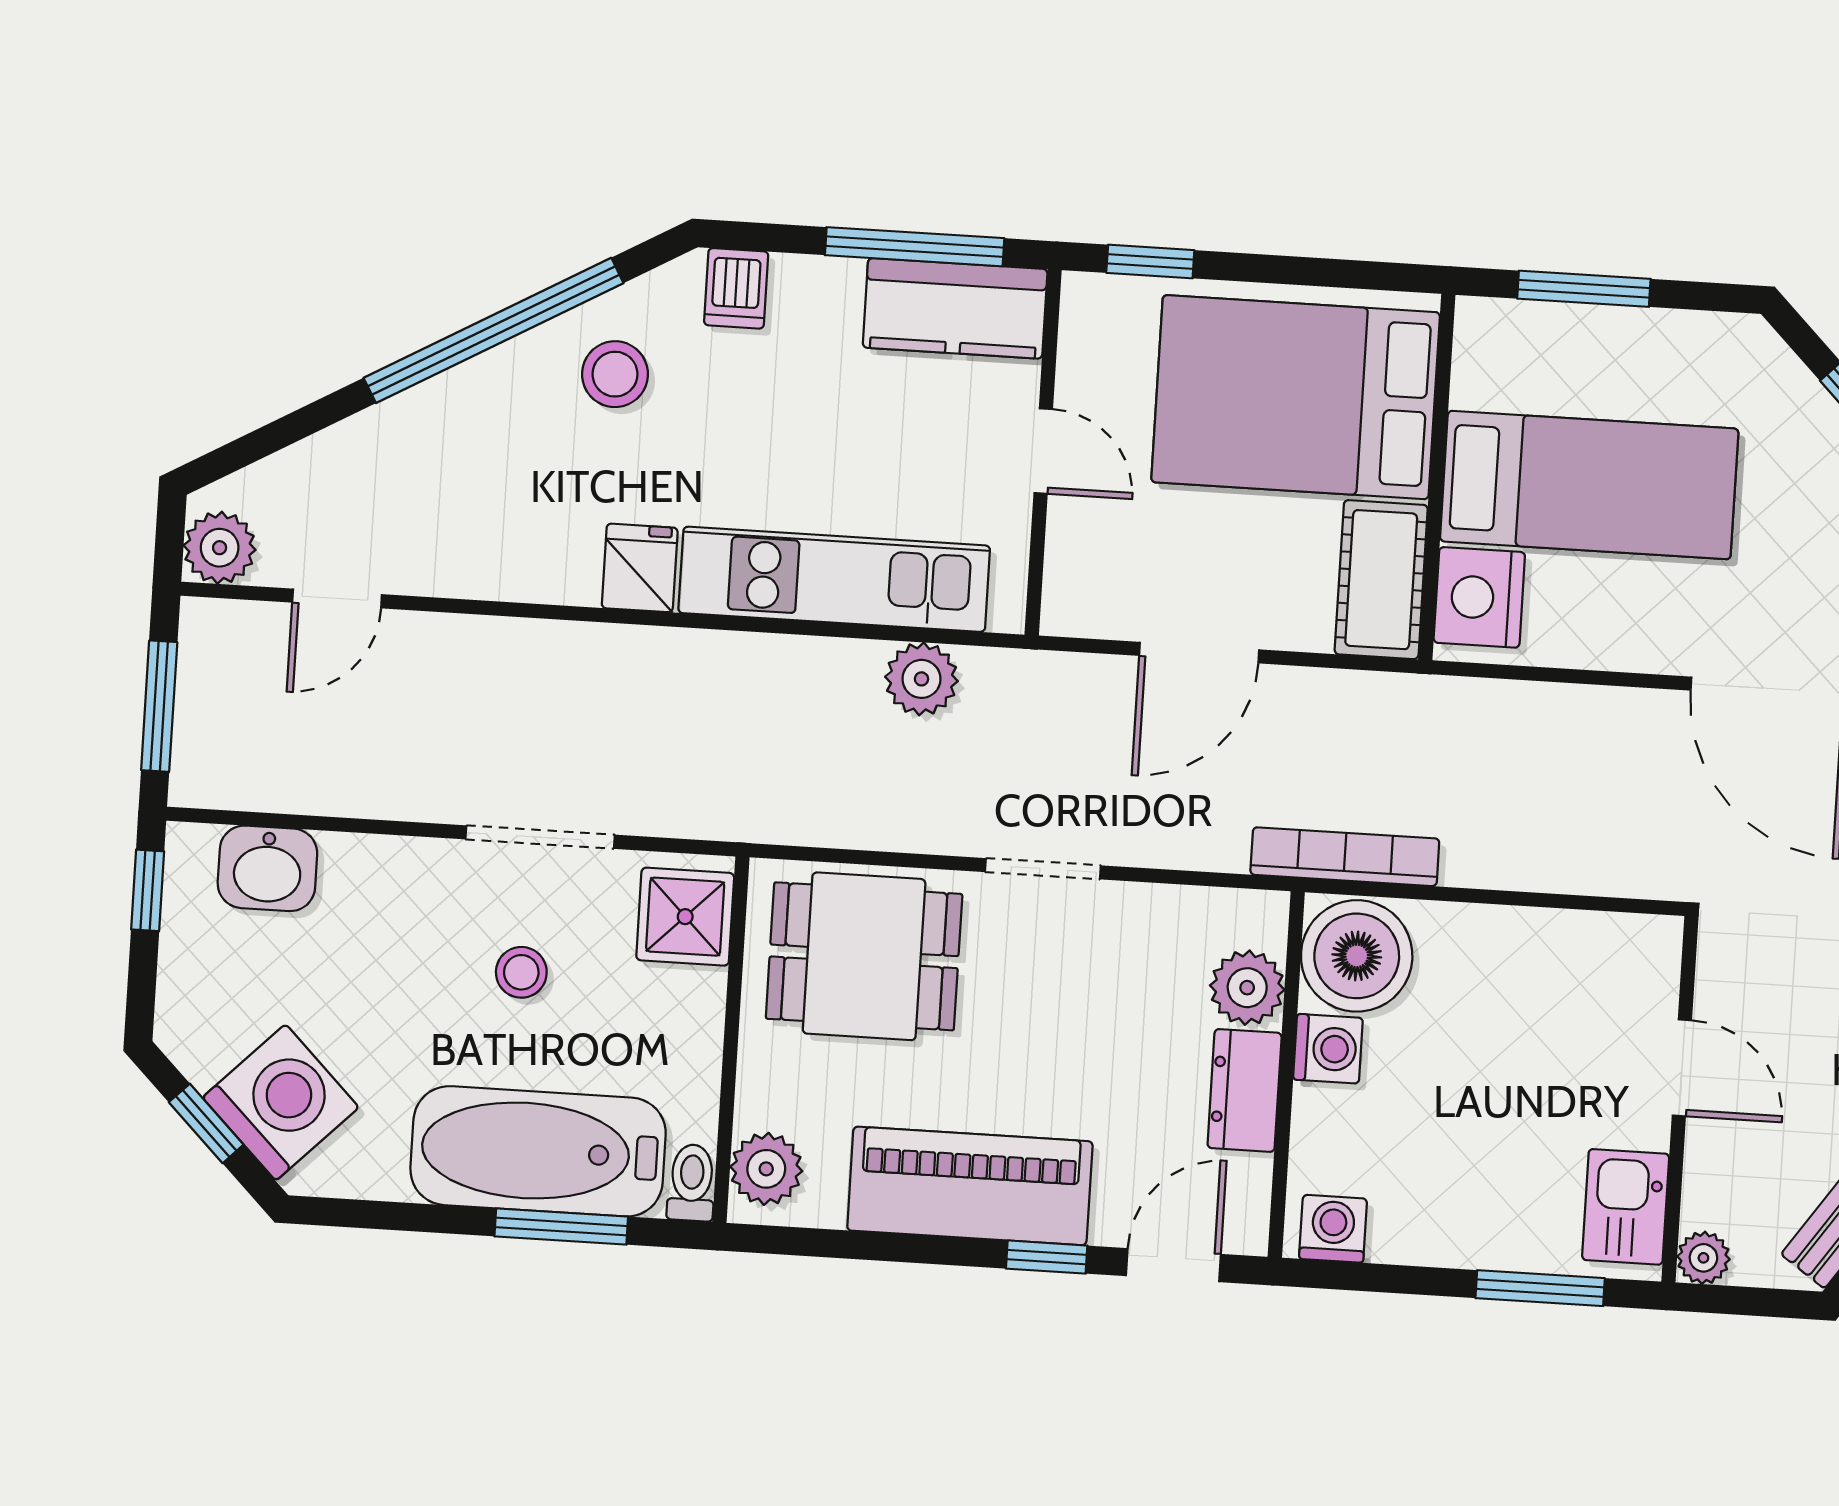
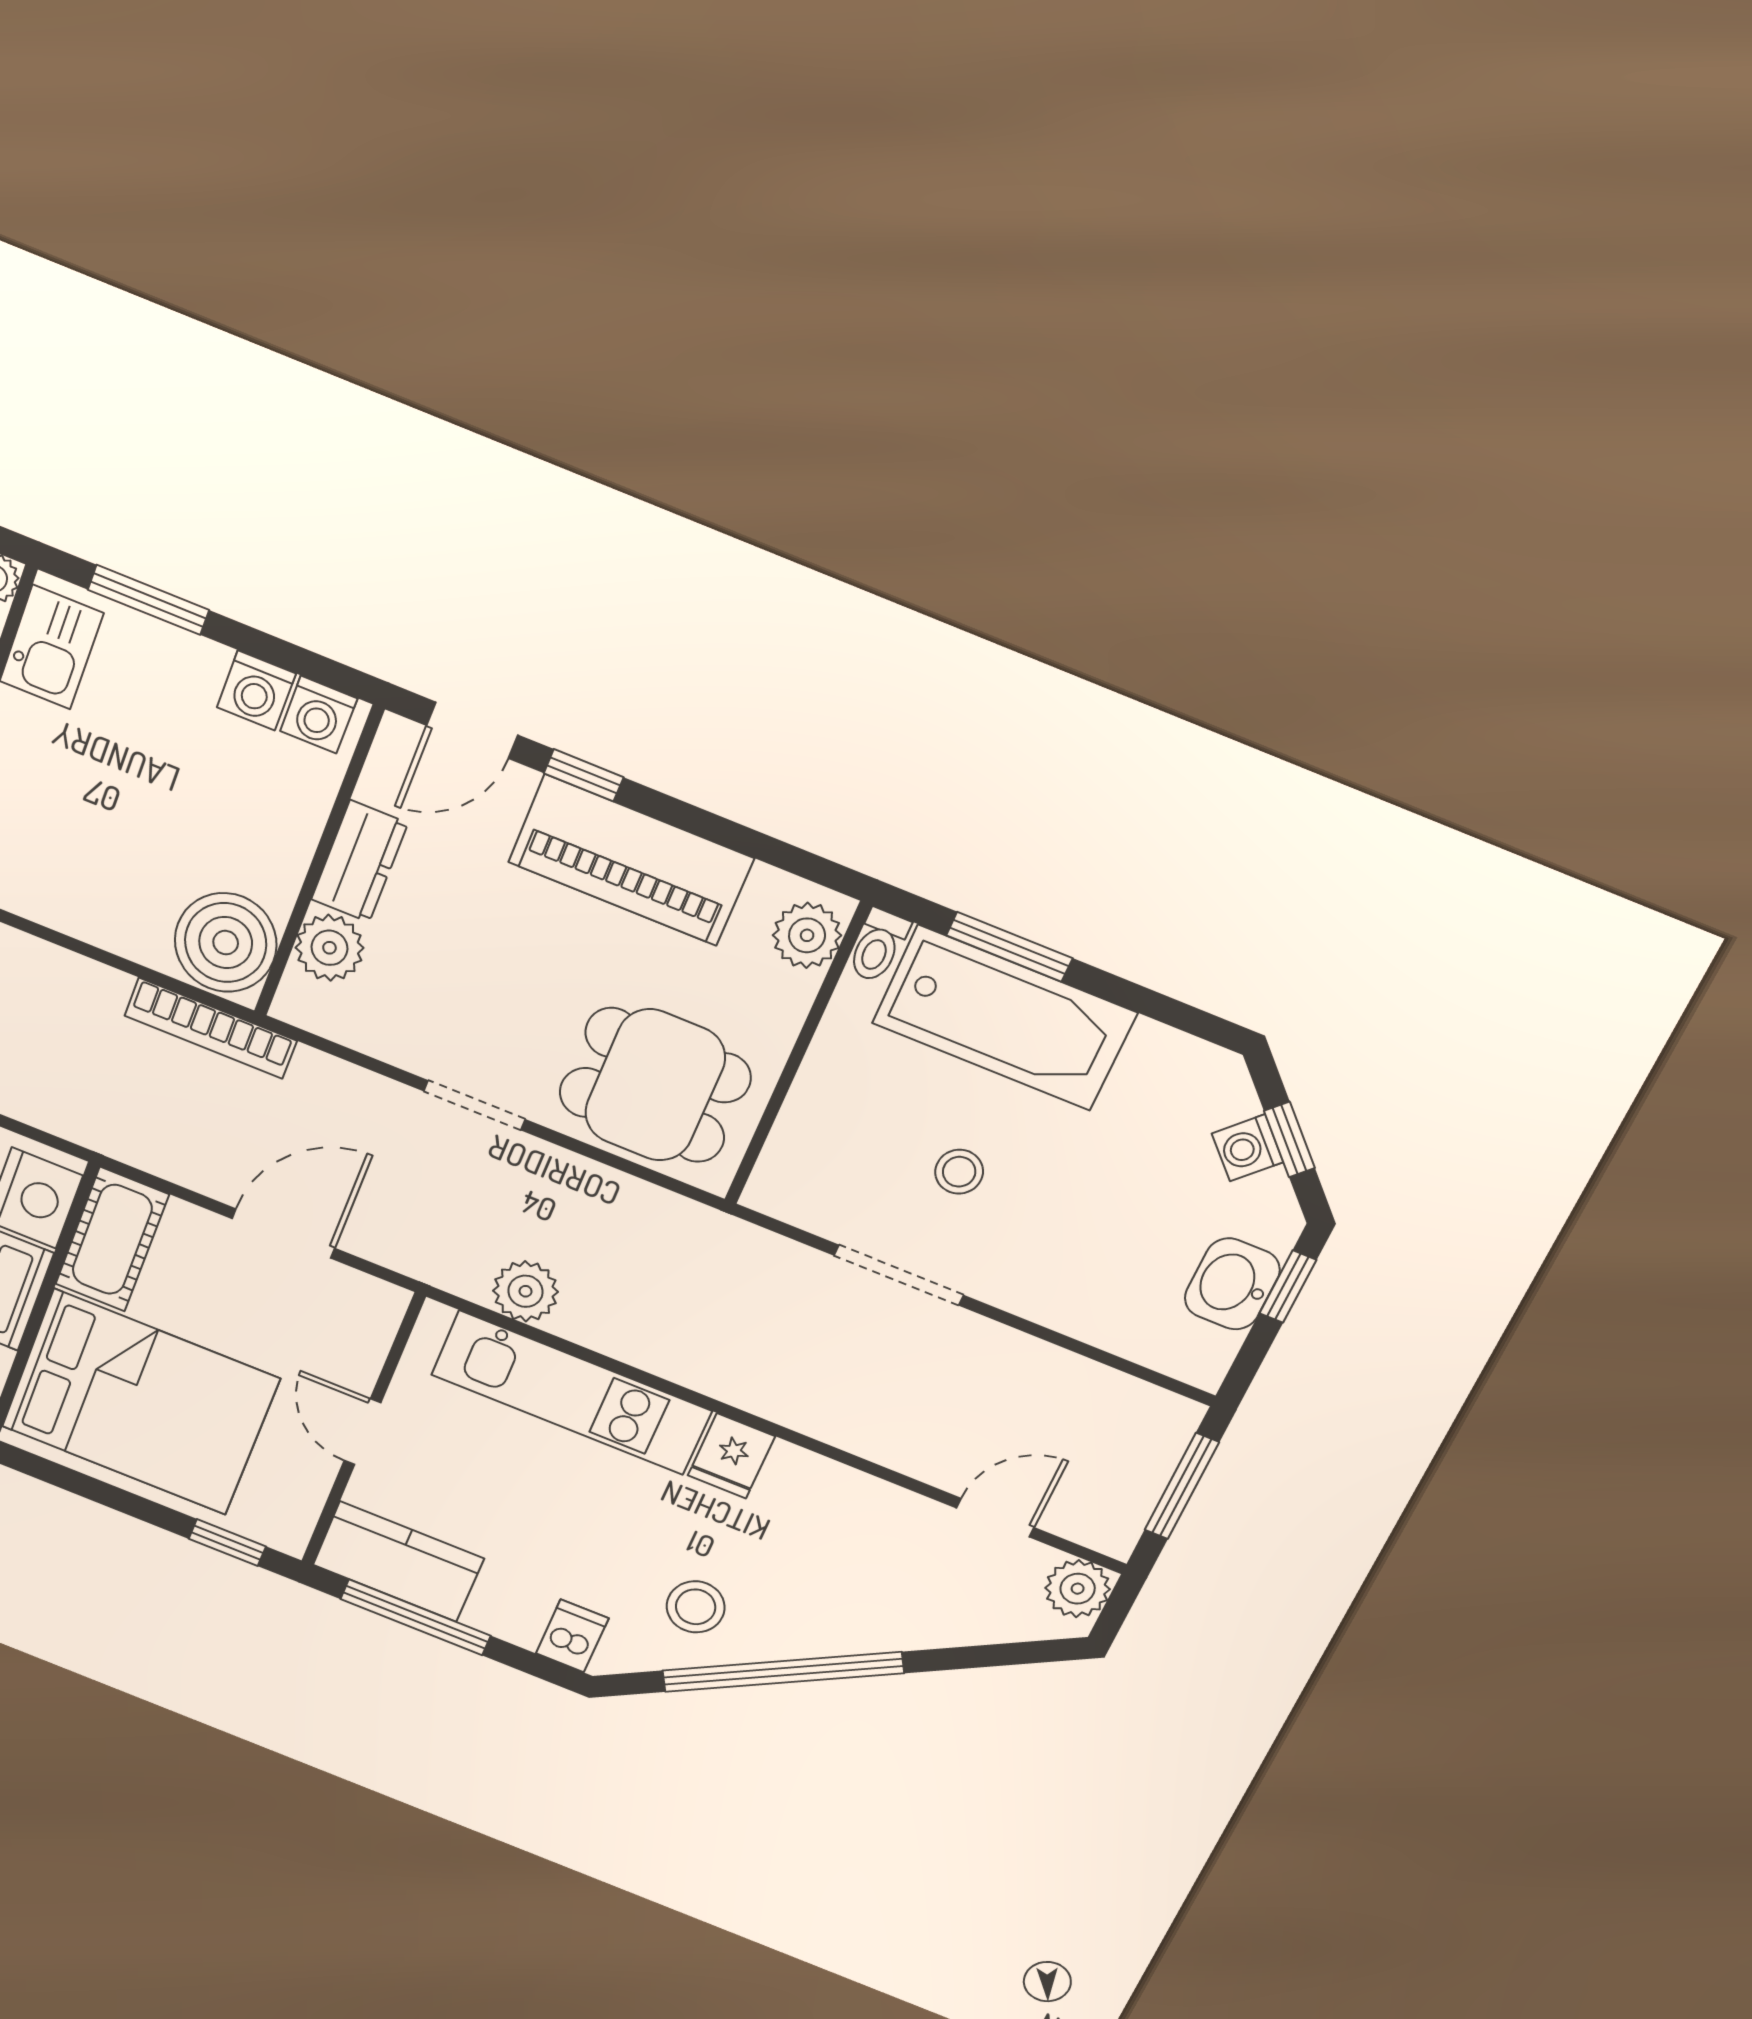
washbasin: (267, 868) -> (1232, 1284), moved, turned -90
window: (148, 890) -> (1288, 1287), moved
shower: (685, 917) -> (798, 1169), removed
washing machine: (1328, 1049) -> (256, 690), moved, turned -90
washing machine: (281, 1102) -> (1248, 1148), width x0.53, depth x0.53

